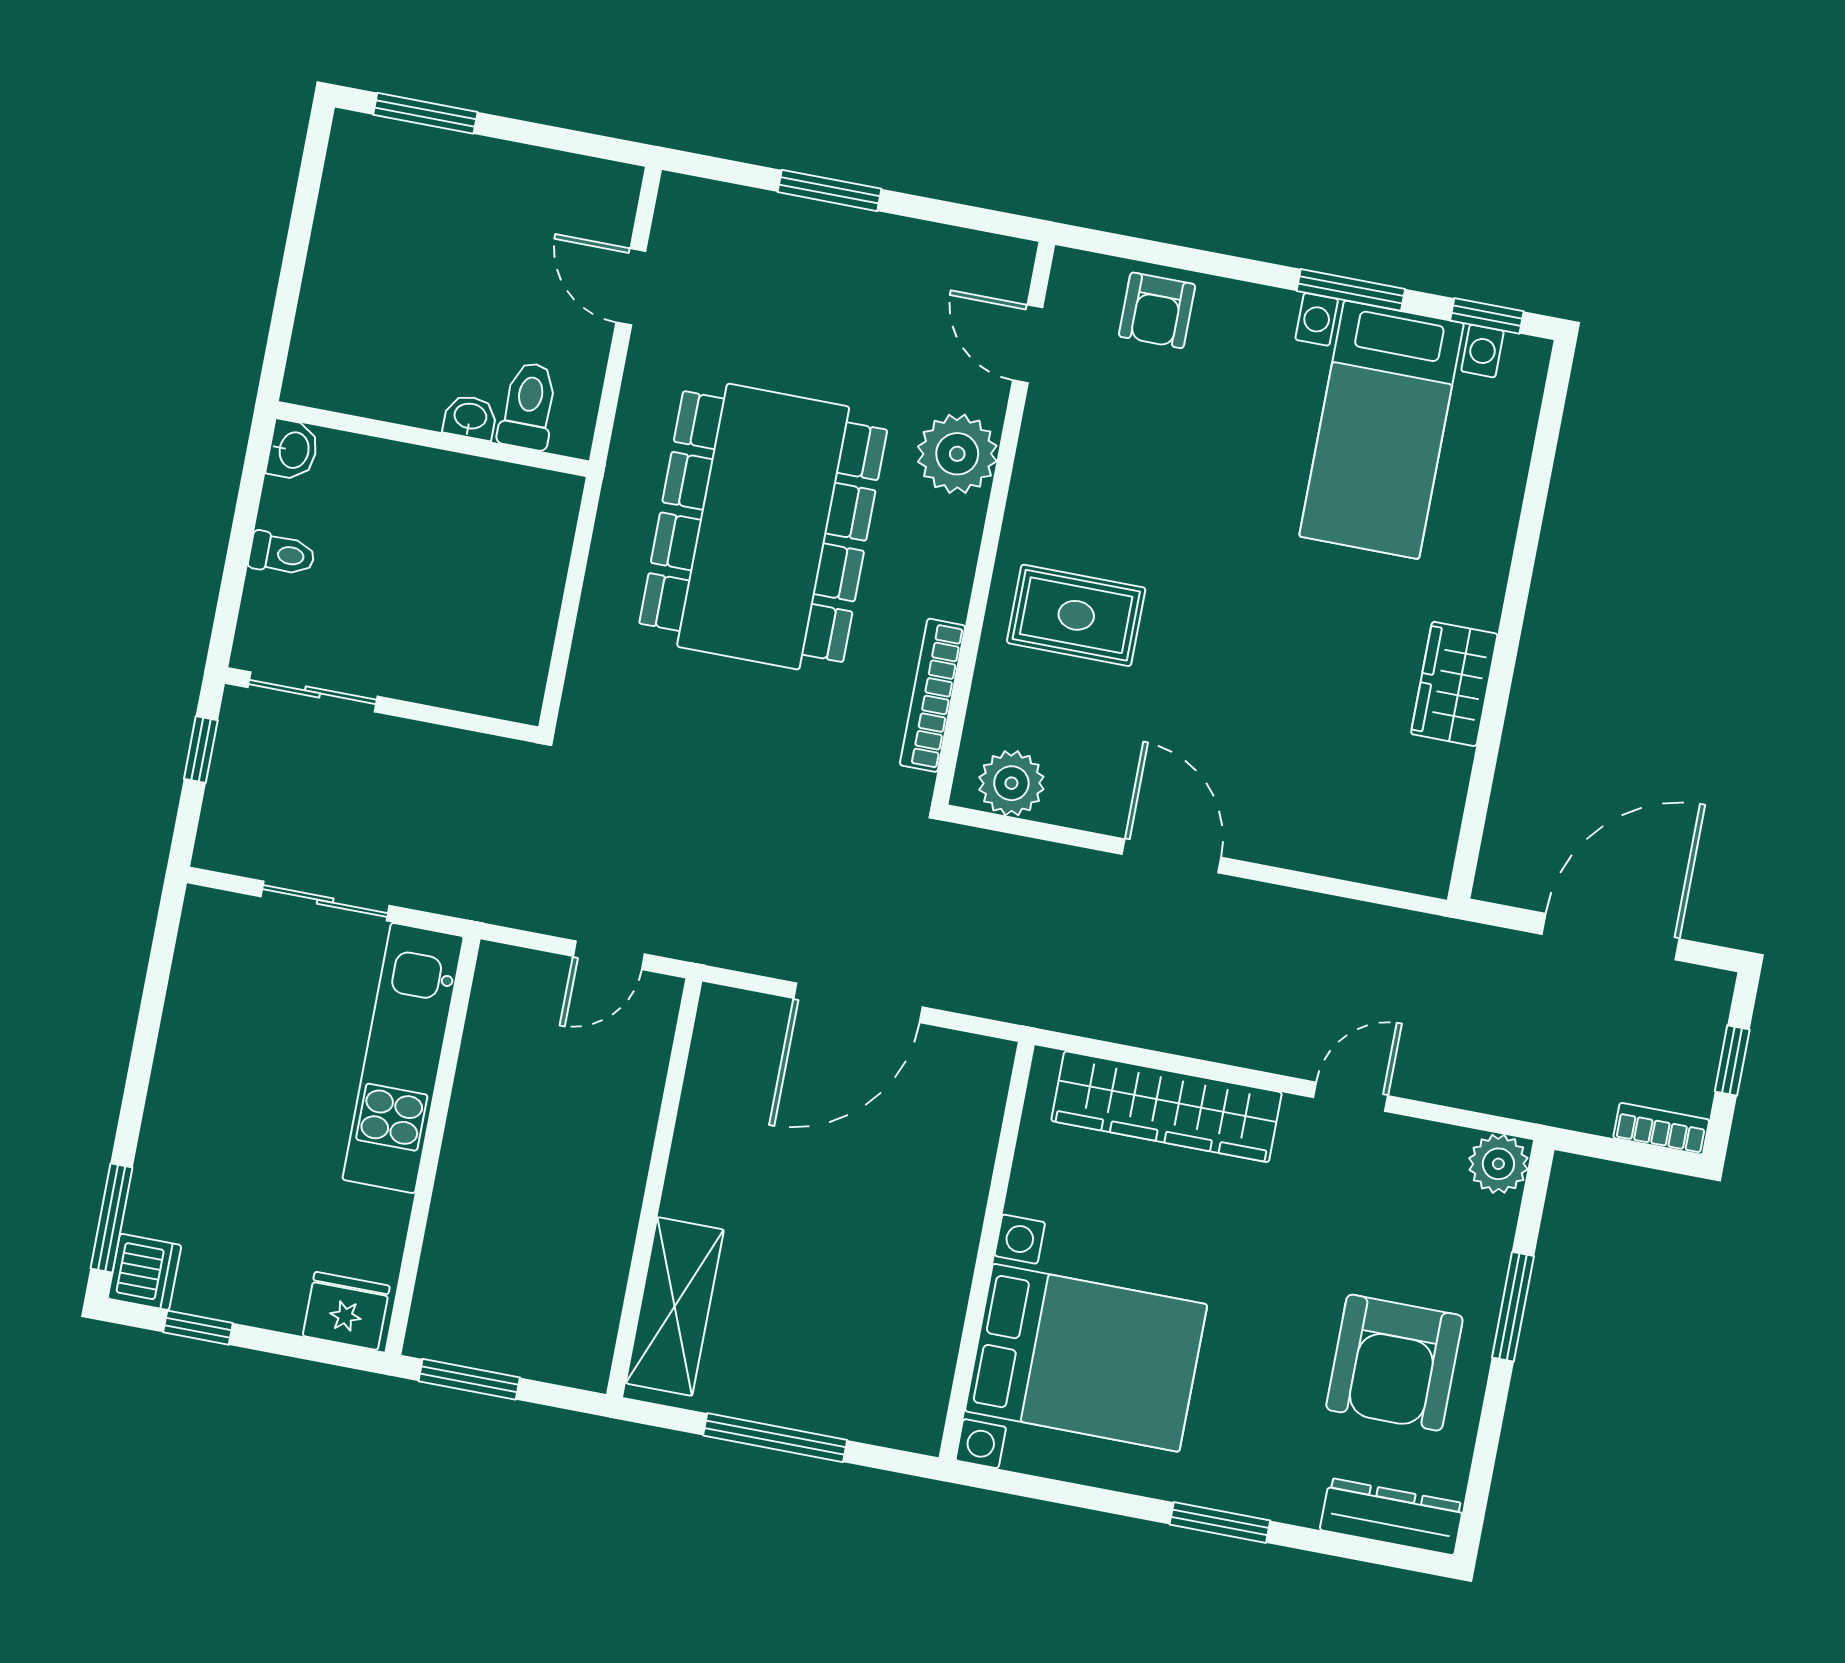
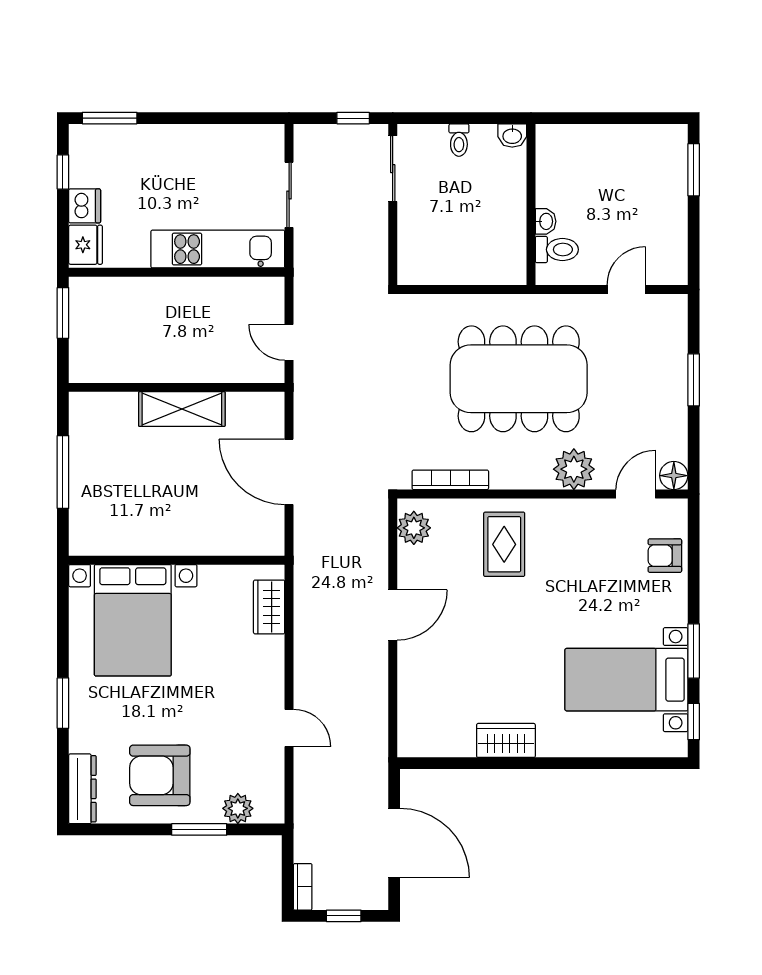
floor lamp: (1006, 264) -> (674, 476), added
wardrobe: (1167, 1107) -> (269, 607), width x0.48, depth x0.85
plant: (1498, 1164) -> (238, 808), moved
dishwasher: (144, 1272) -> (85, 206), moved, turned -90
shelving: (675, 1306) -> (182, 409), moved

